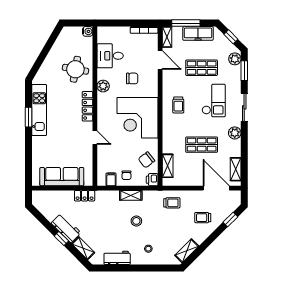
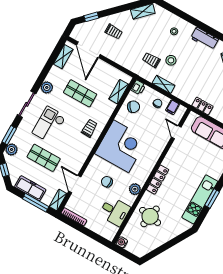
trolley: (178, 105) -> (89, 128), moved
door: (95, 138) -> (176, 132), moved
trolley: (172, 203) -> (151, 60), moved

